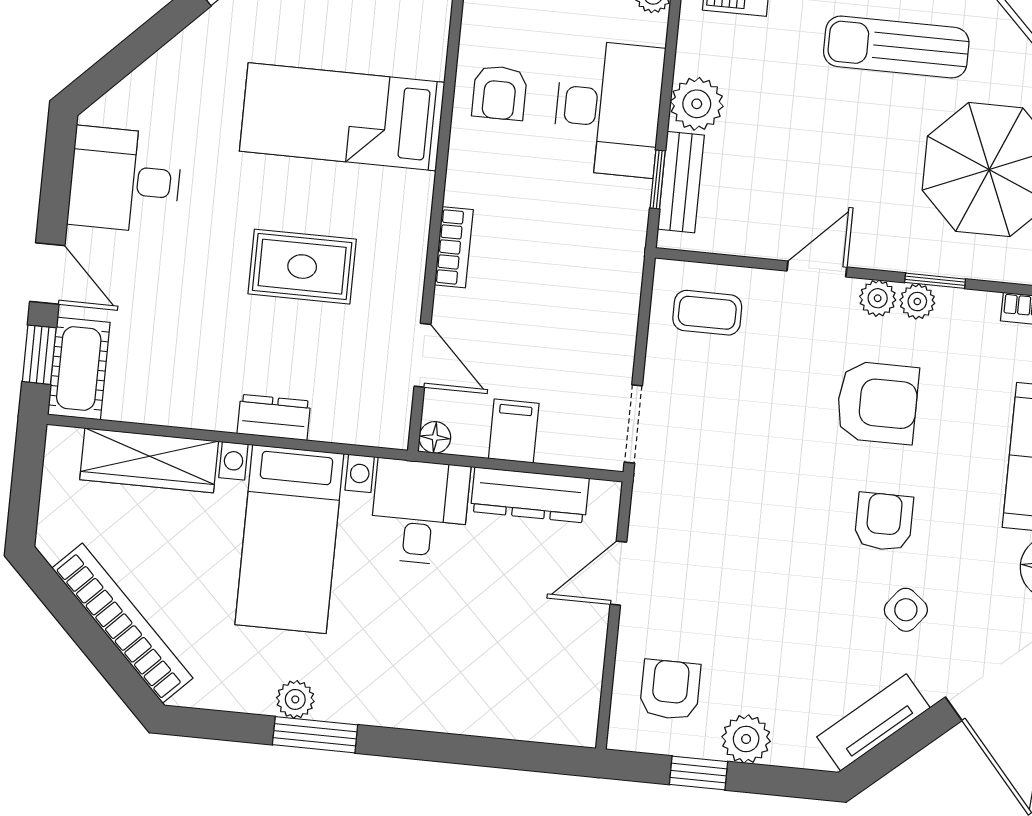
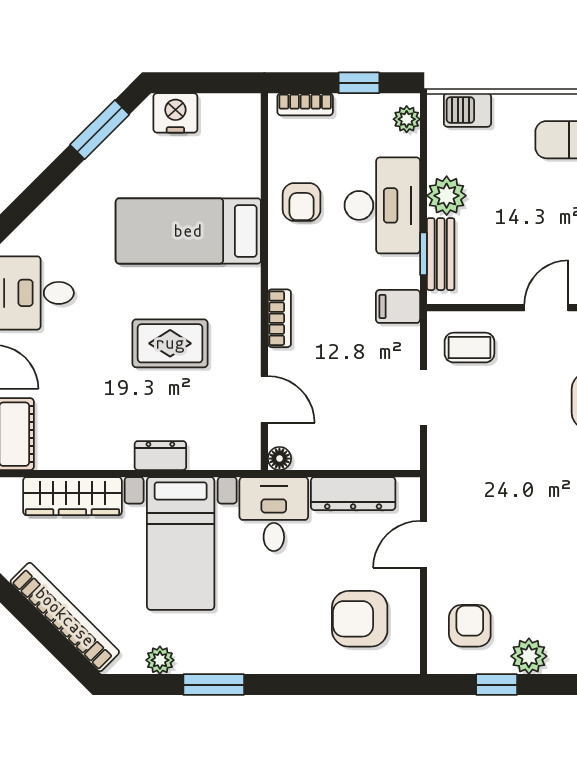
doorway: (633, 424) -> (423, 398), moved
filing cabinet: (514, 431) -> (398, 306), moved, turned -90
armchair: (522, 665) -> (360, 619), added
plant: (295, 699) -> (160, 660), moved

